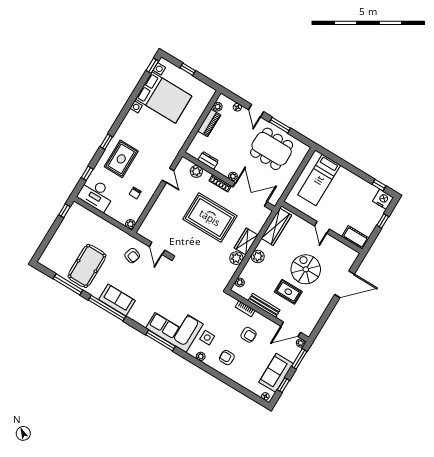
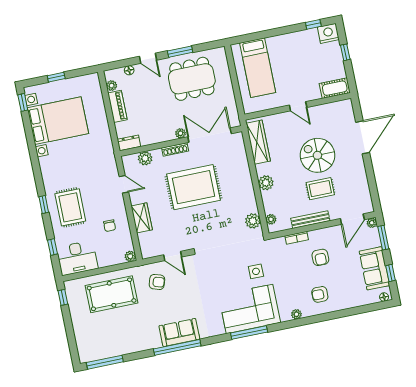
dresser: (208, 160) -> (129, 143), moved
wardrobe: (246, 241) -> (142, 218), moved, turned 180
plant: (236, 258) -> (253, 221), moved
pool table: (87, 266) -> (112, 294), moved, turned 90
window: (68, 284) -> (105, 362), moved
armchair: (249, 335) -> (320, 257), turned 90
side table: (207, 338) -> (256, 271), moved

